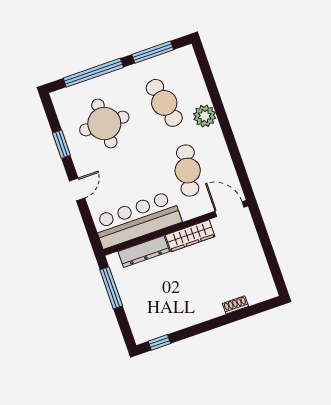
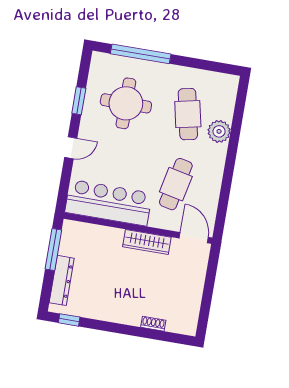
window: (153, 52) -> (202, 64), removed
plant: (205, 116) -> (219, 131), moved
dresser: (144, 252) -> (62, 280), moved, turned -90

